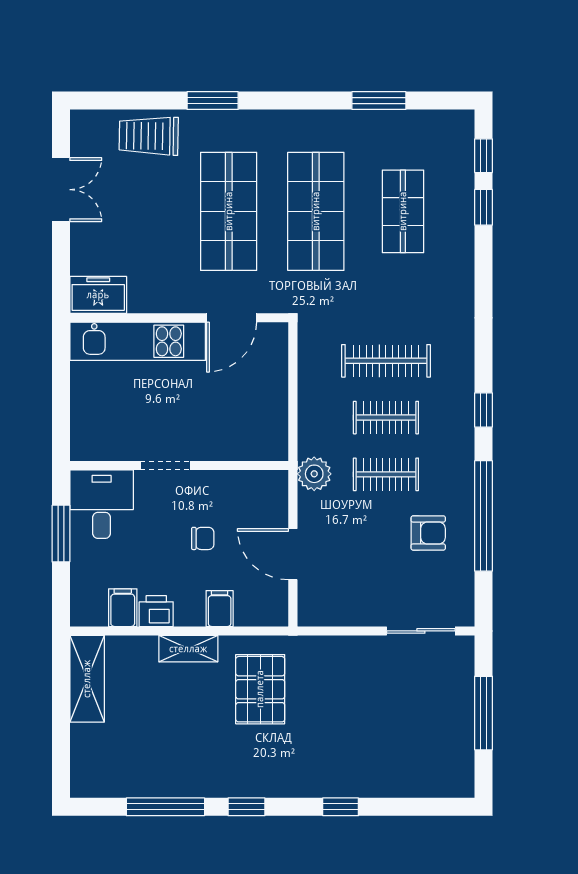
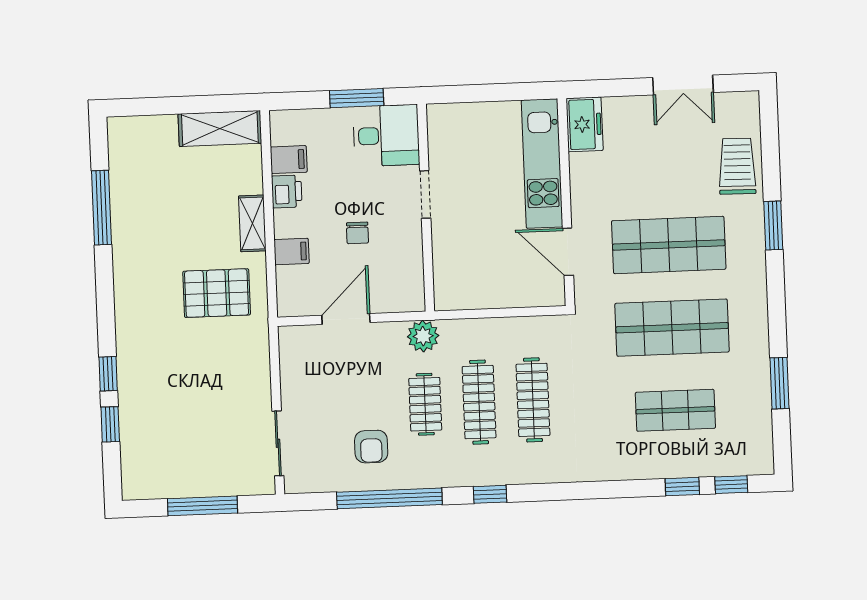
clothes rail: (386, 418) -> (479, 402), width x1.36
window: (246, 807) -> (110, 424), moved

